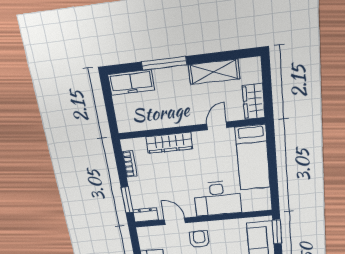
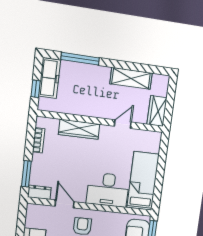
window: (164, 63) -> (80, 59), moved
freezer: (131, 82) -> (49, 78), moved, turned -90
window: (110, 111) -> (36, 89), added
bed: (253, 158) -> (143, 181), moved, turned 180

